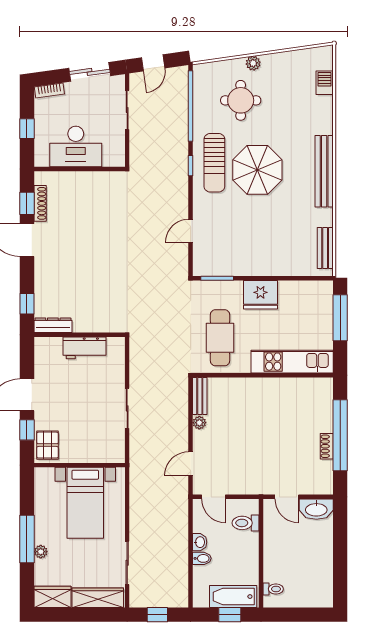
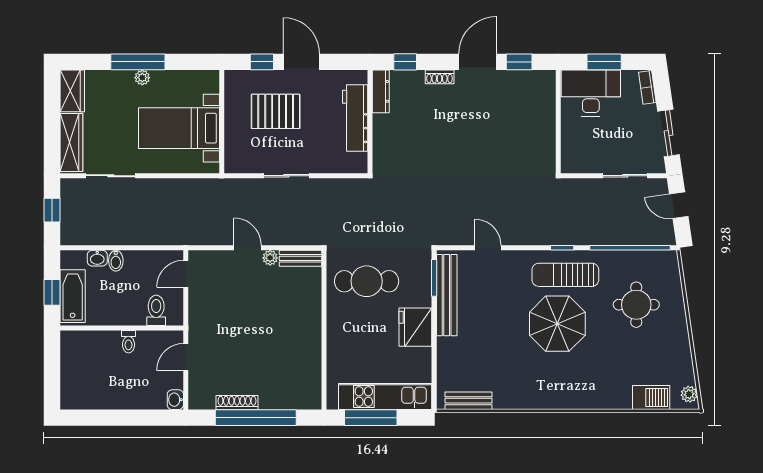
plant: (253, 63) -> (689, 394), moved
barbecue: (325, 83) -> (651, 398), width x1.38, depth x1.27
window: (27, 129) -> (604, 62), width x1.50
desk: (76, 146) -> (591, 93), moved, turned 90
bench: (324, 171) -> (447, 295), moved, turned 90
shoe rack: (40, 203) -> (440, 77), moved, width x0.70
window: (340, 318) -> (371, 418), moved
workbench: (84, 348) -> (355, 118), width x1.38
kitchen unit: (292, 362) -> (385, 397), moved, turned -90
pallet: (48, 445) -> (276, 111), moved, width x1.50, depth x1.42
shoe rack: (327, 446) -> (237, 403), width x1.43
door: (191, 464) -> (248, 248), moved
washbasin: (316, 509) -> (175, 400), width x0.52, depth x0.69
washbasin: (200, 542) -> (97, 258), moved
plant: (41, 552) -> (142, 78), moved
toilet: (273, 589) -> (129, 342), moved

